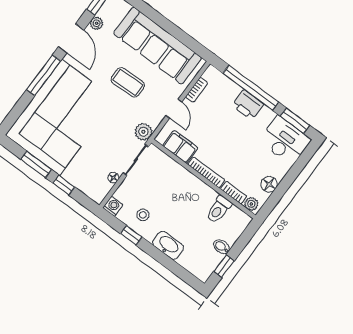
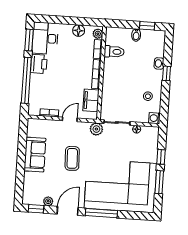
sofa: (157, 46) -> (35, 155), width x0.54, depth x0.79
printer: (248, 105) -> (39, 64), moved
window: (131, 235) -> (167, 73), moved
washbasin: (168, 245) -> (159, 63), width x0.52, depth x0.69

